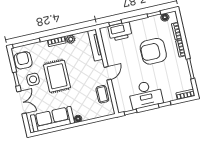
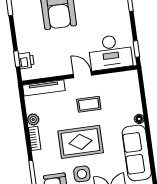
printer: (120, 31) -> (26, 61), width x0.53, depth x0.68
coffee table: (102, 94) -> (89, 104), moved
desk: (146, 94) -> (110, 52), moved, turned 90

